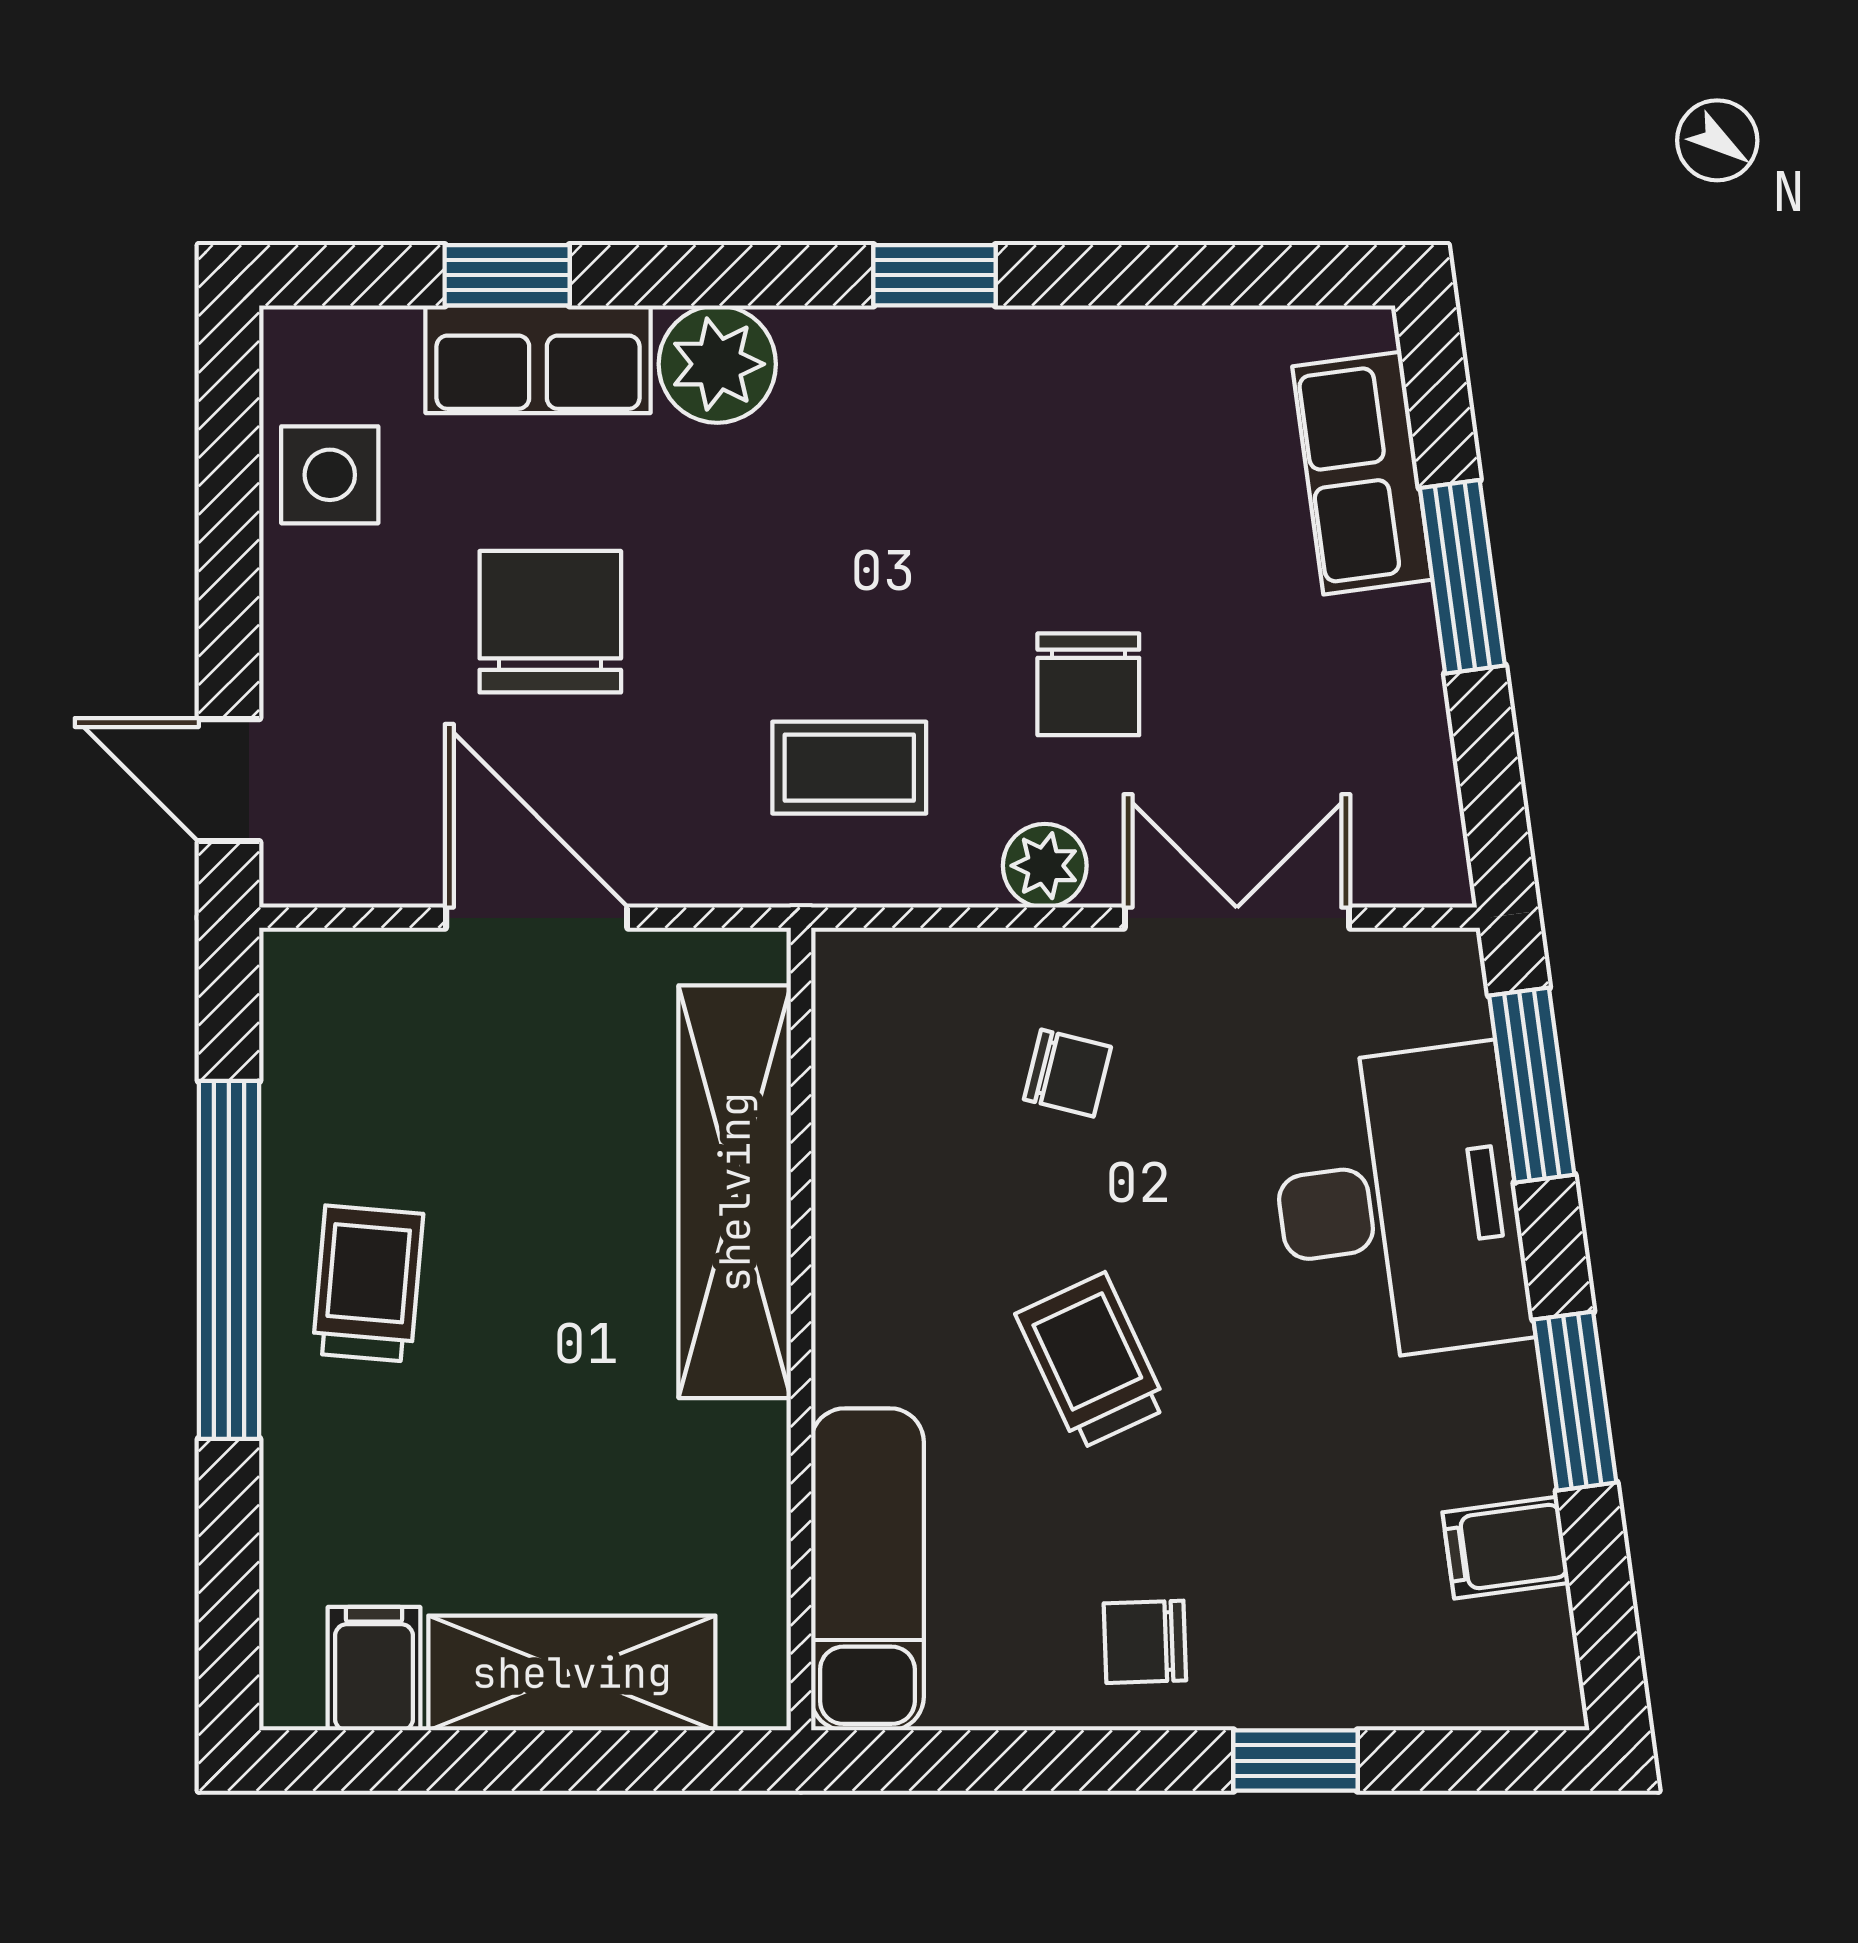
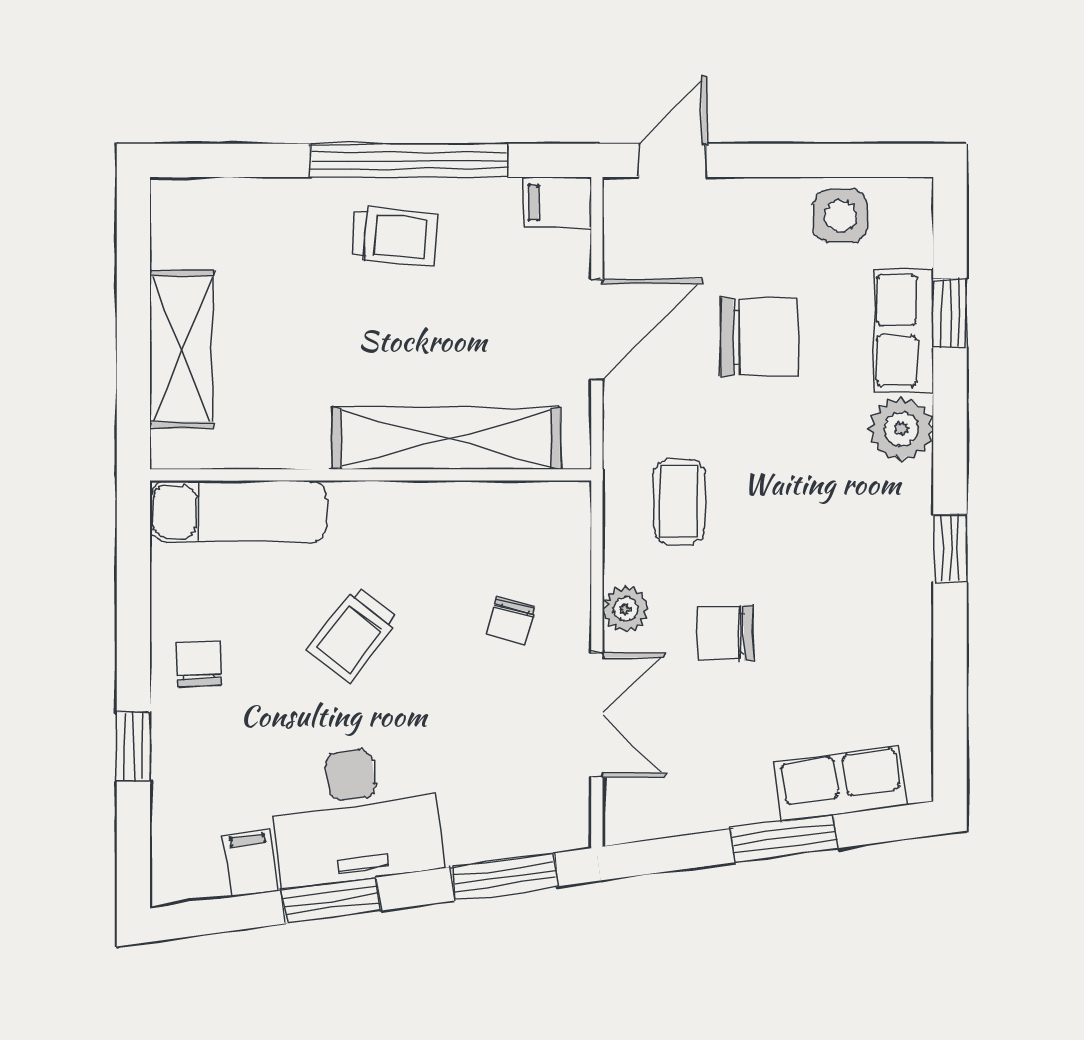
desk: (1399, 1204) -> (356, 815), moved
trolley: (1092, 1361) -> (353, 635), turned 153
filing cabinet: (374, 1669) -> (557, 202), moved, turned 180

